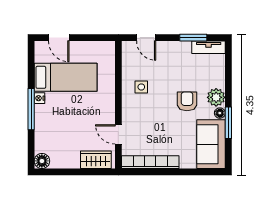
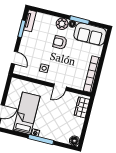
door: (146, 38) -> (15, 58), hinge flipped
door: (118, 134) -> (60, 87), moved

